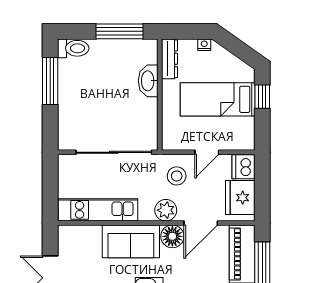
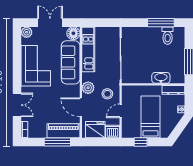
toilet: (73, 48) -> (168, 36), moved
window: (262, 97) -> (141, 142), moved
door: (207, 152) -> (121, 111), hinge flipped
floor lamp: (172, 236) -> (73, 33), moved
sofa: (131, 241) -> (71, 62), width x1.36

